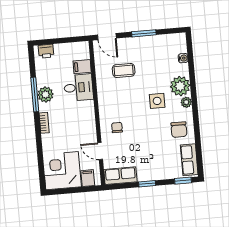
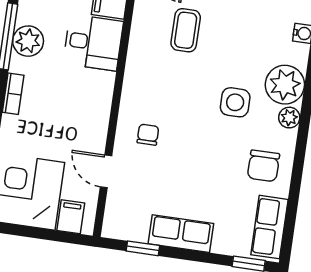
coffee table: (124, 70) -> (186, 30), turned 90
row of seats: (120, 176) -> (181, 234), moved
window: (147, 184) -> (143, 248), moved

